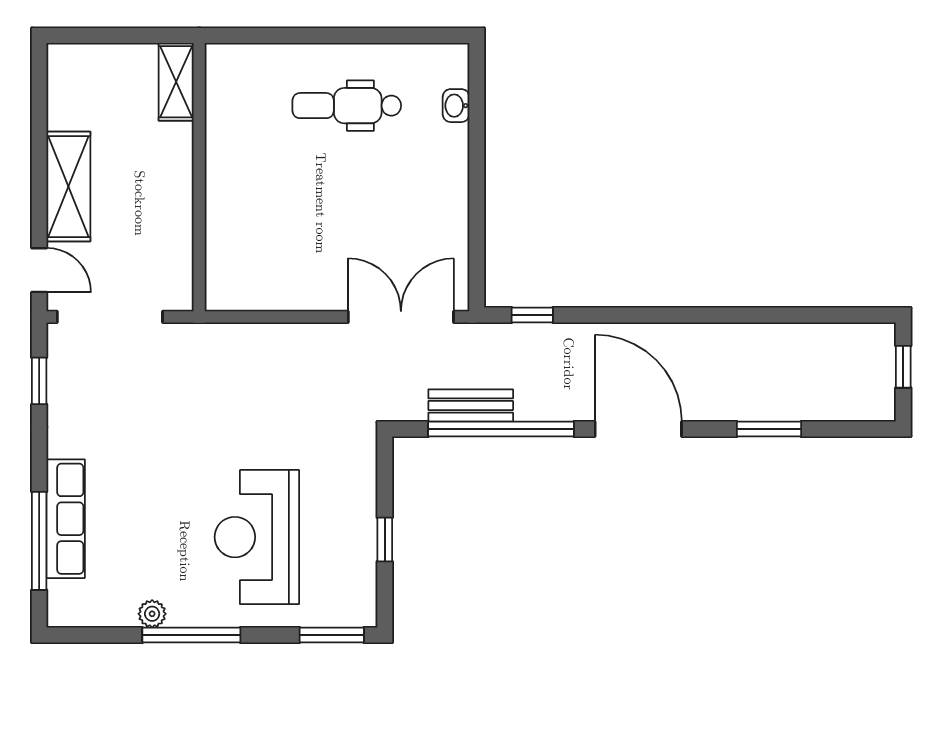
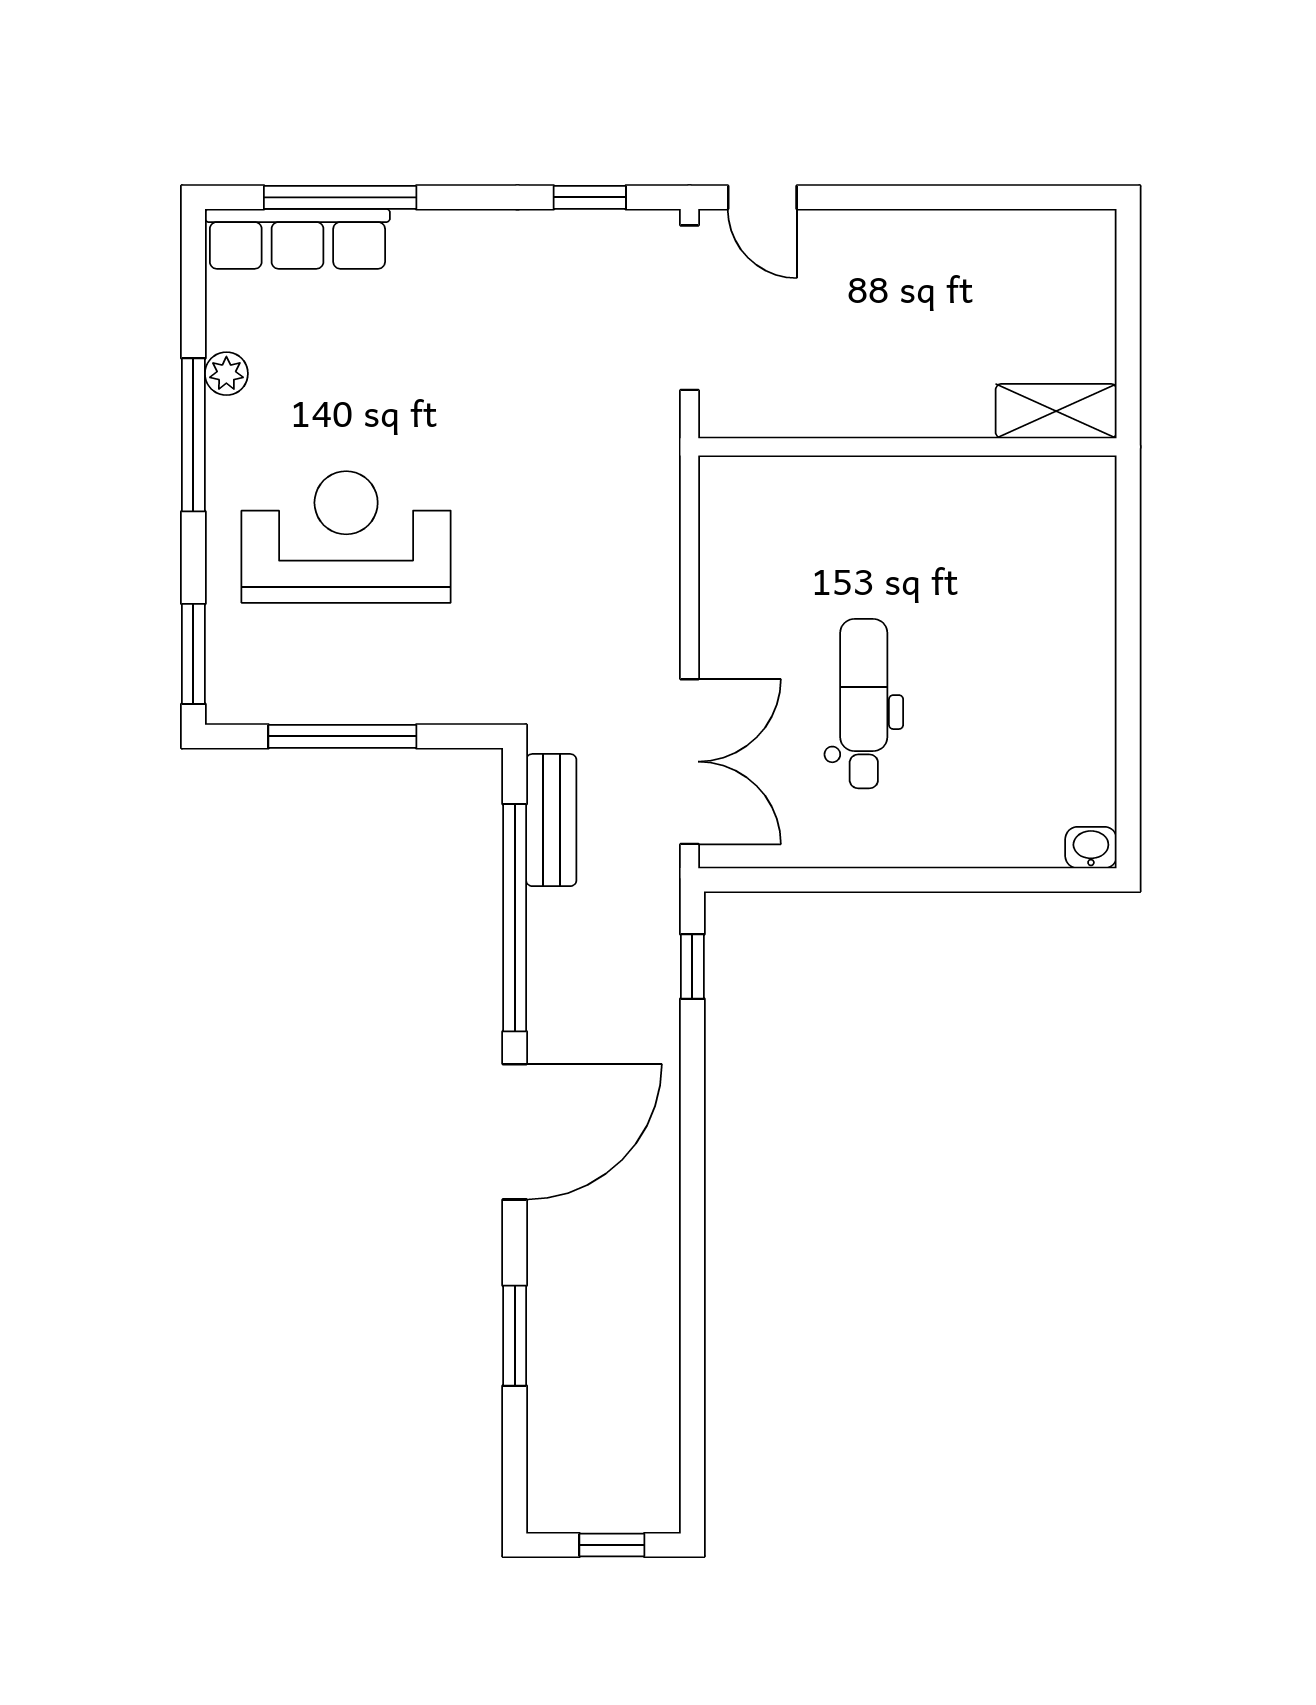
dental chair: (347, 106) -> (864, 704), moved
washbasin: (456, 106) -> (1091, 848), moved
shelving: (68, 187) -> (893, 243), removed
door: (39, 270) -> (762, 197), hinge flipped
bench: (471, 406) -> (551, 820), moved
row of seats: (66, 519) -> (297, 239), moved
window: (385, 539) -> (342, 736), width x2.17

